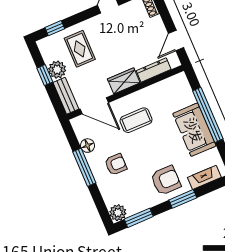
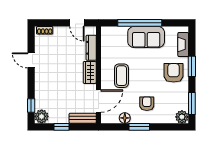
rug: (80, 49) -> (53, 94), removed
plant: (57, 70) -> (42, 116), moved
window: (84, 167) -> (139, 127), width x0.69

